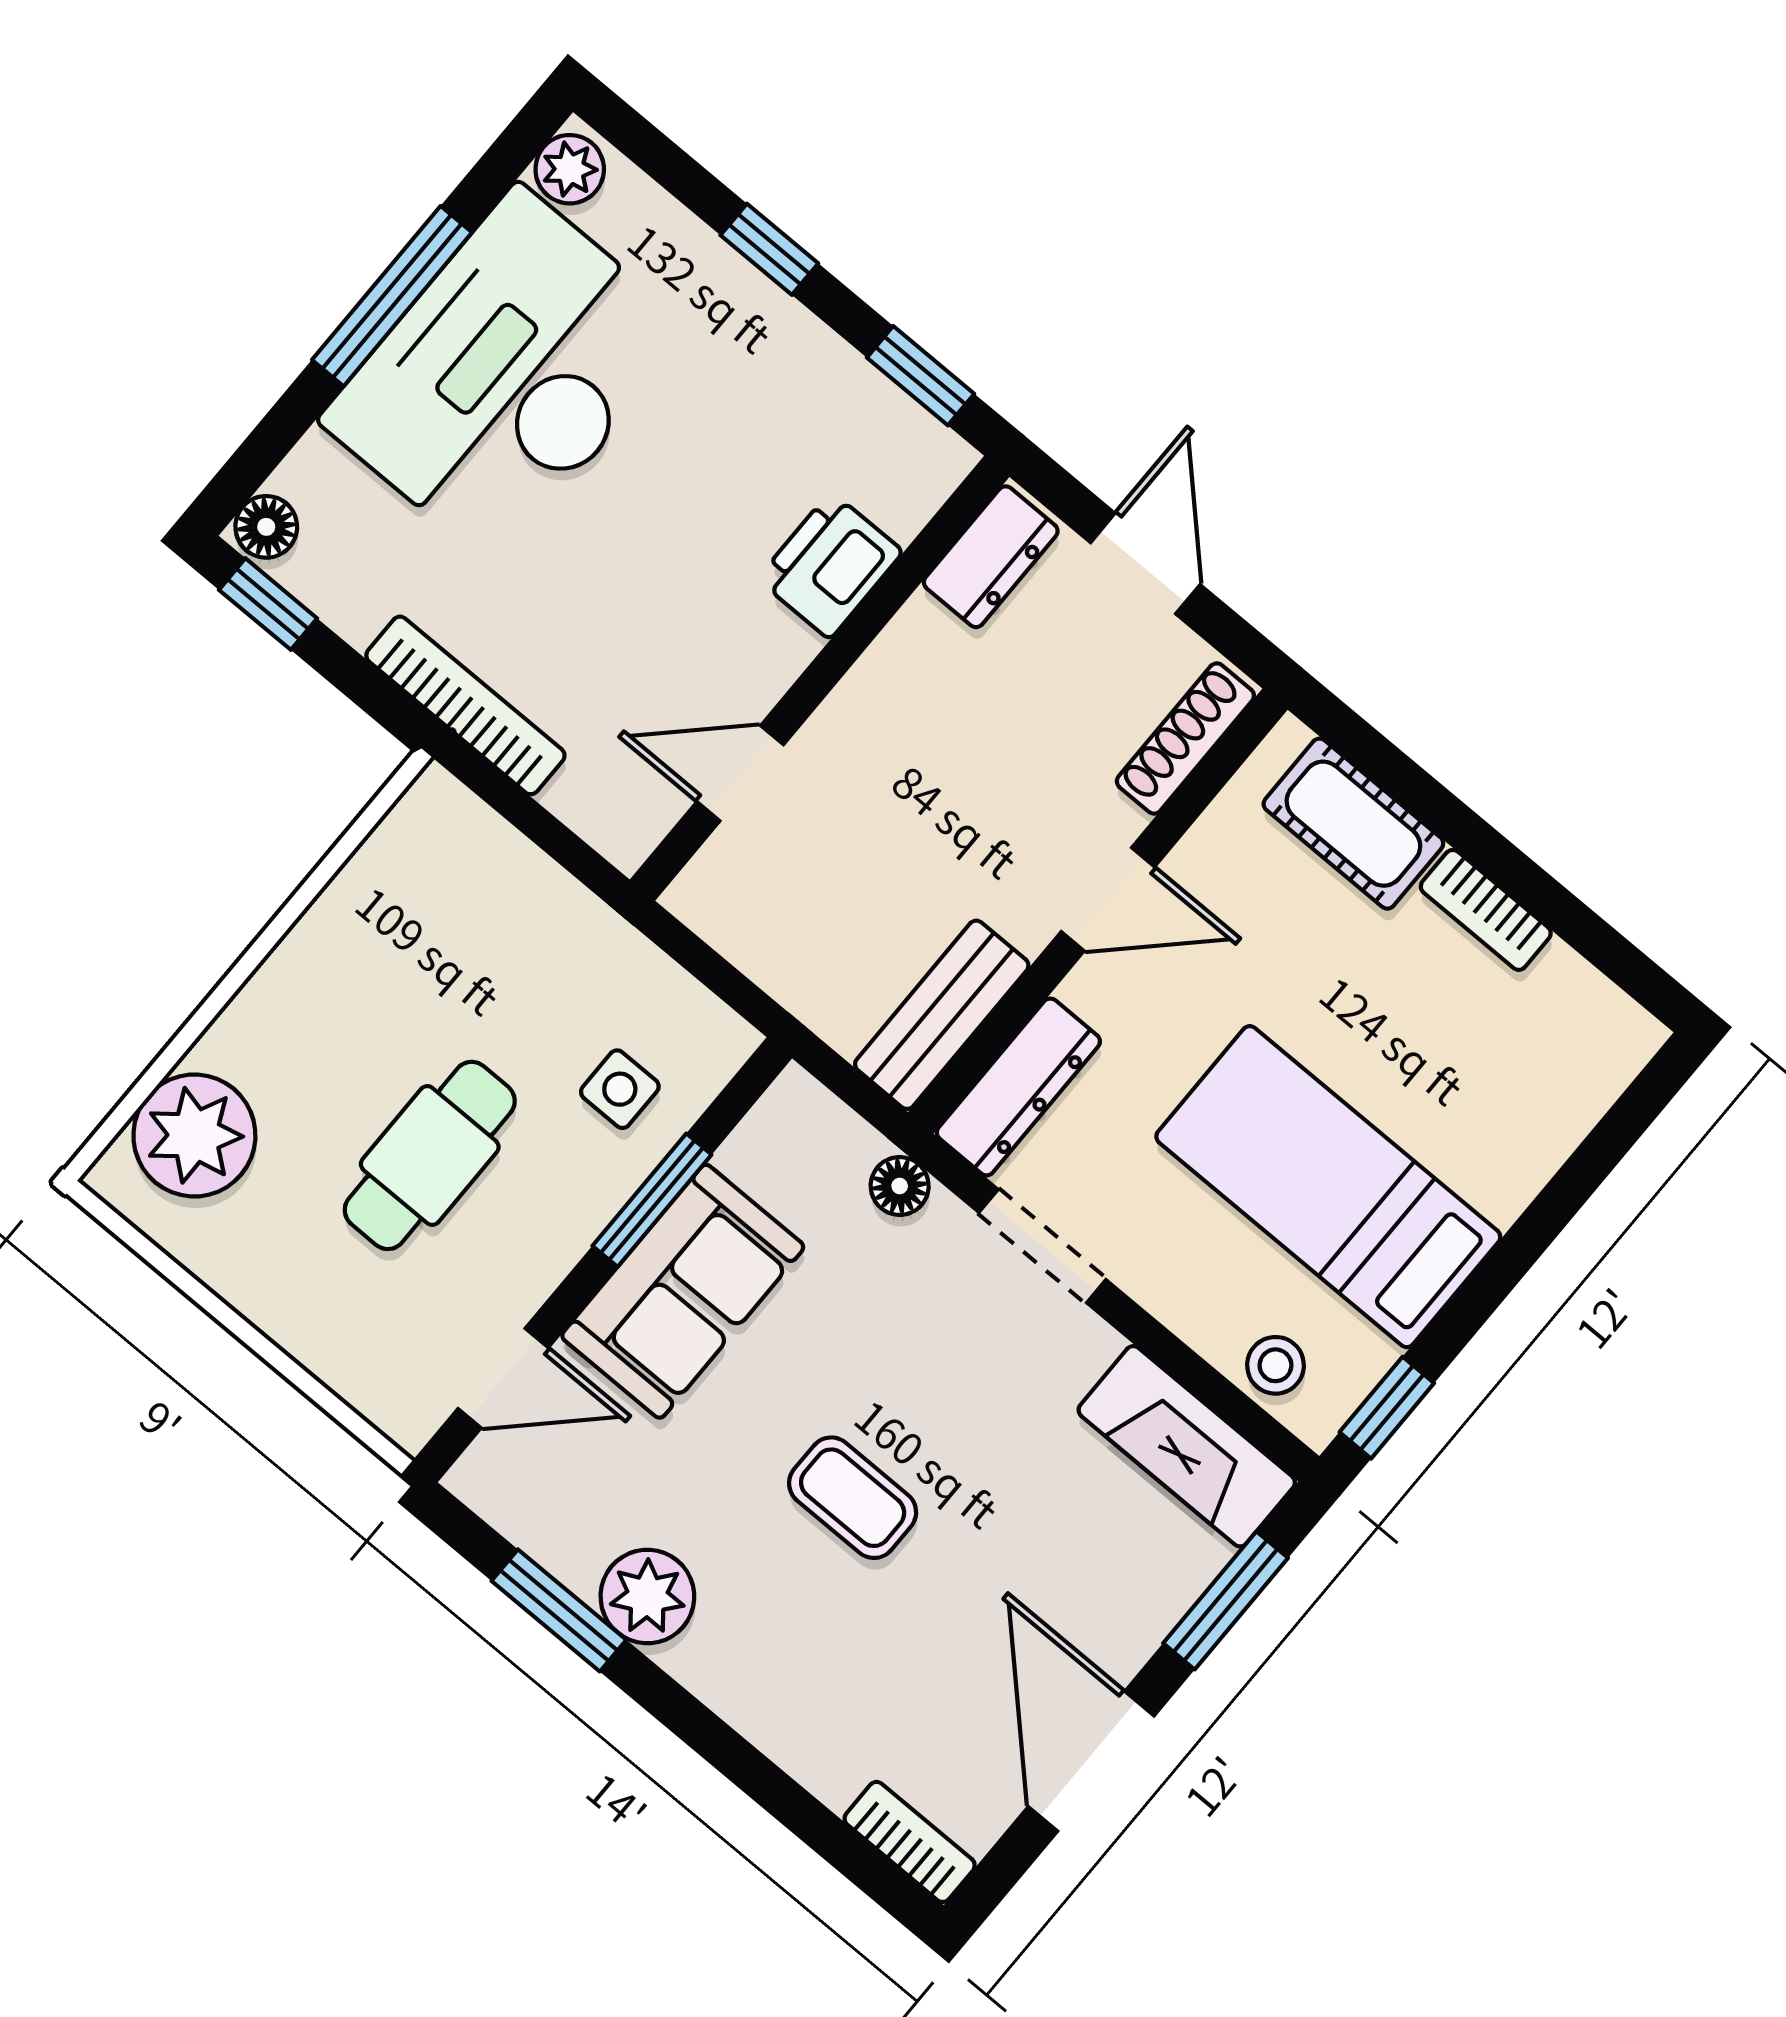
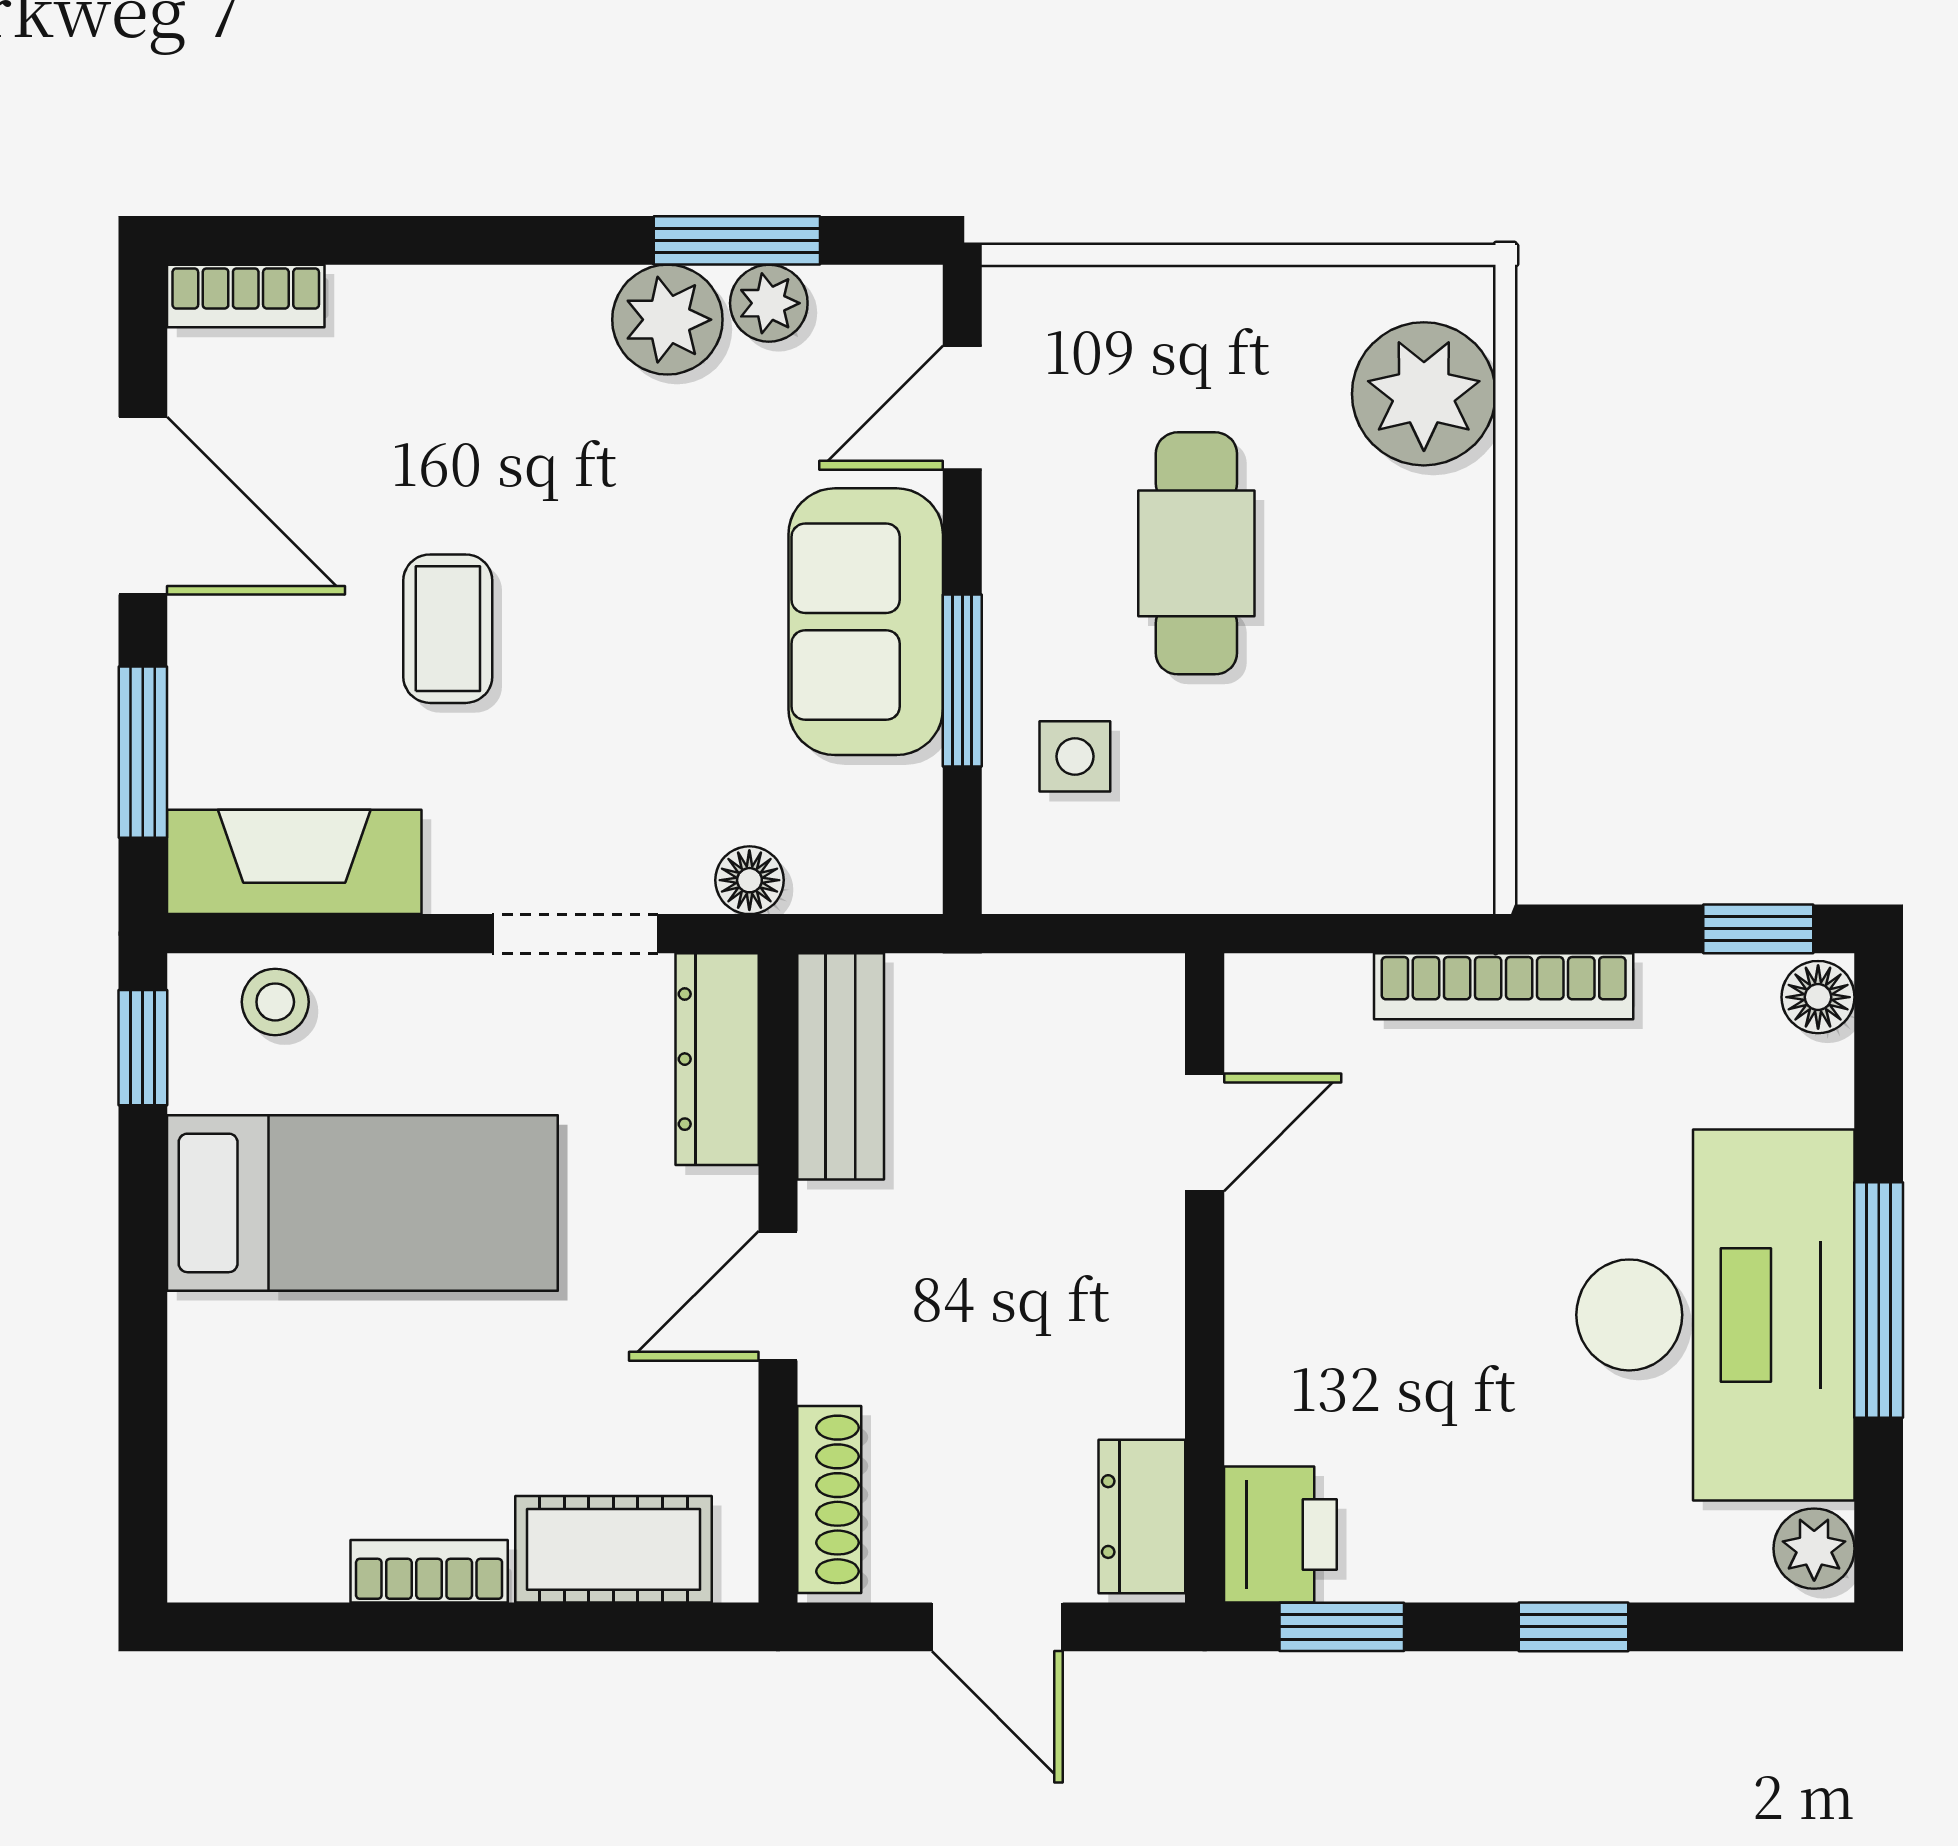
printer: (830, 565) -> (1280, 1535), moved
coffee table: (853, 1498) -> (448, 629), moved, turned 90
plant: (572, 1552) -> (769, 303), added

